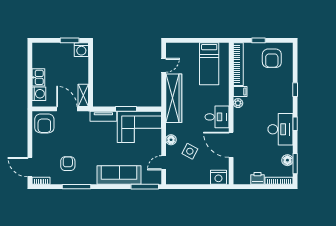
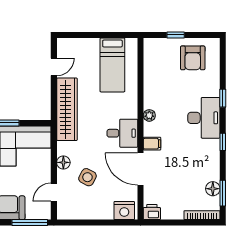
bookcase: (238, 64) -> (150, 65), removed
filing cabinet: (240, 92) -> (152, 144), moved
desk: (280, 129) -> (204, 118), moved
printer: (258, 178) -> (152, 212), moved

